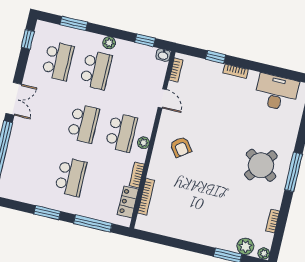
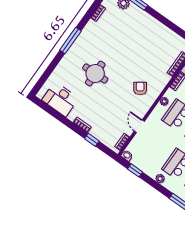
round table: (261, 165) -> (95, 73), moved, turned -37

